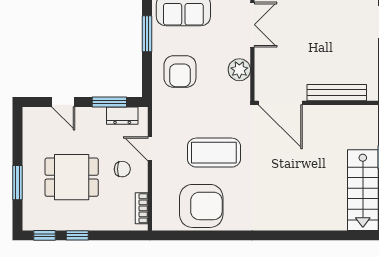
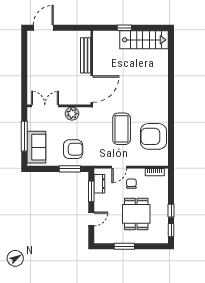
window: (147, 34) -> (70, 169), moved
window: (17, 183) -> (124, 246), moved
armchair: (201, 206) -> (153, 136), turned -90

